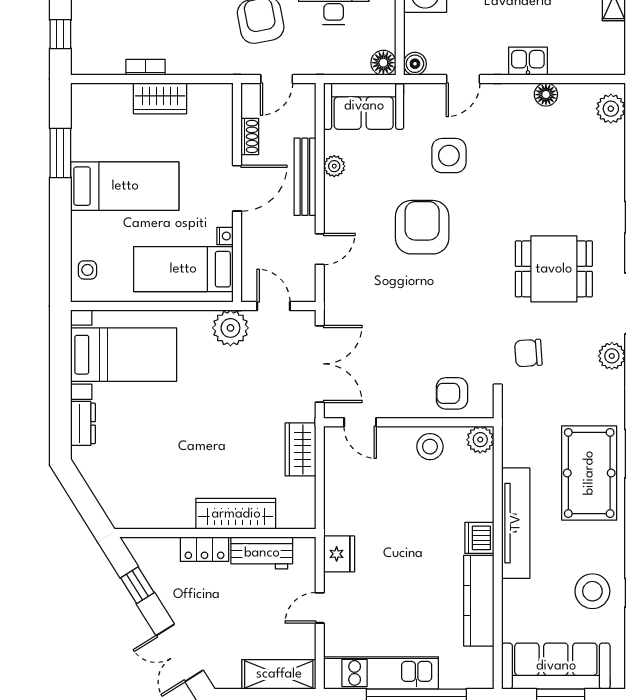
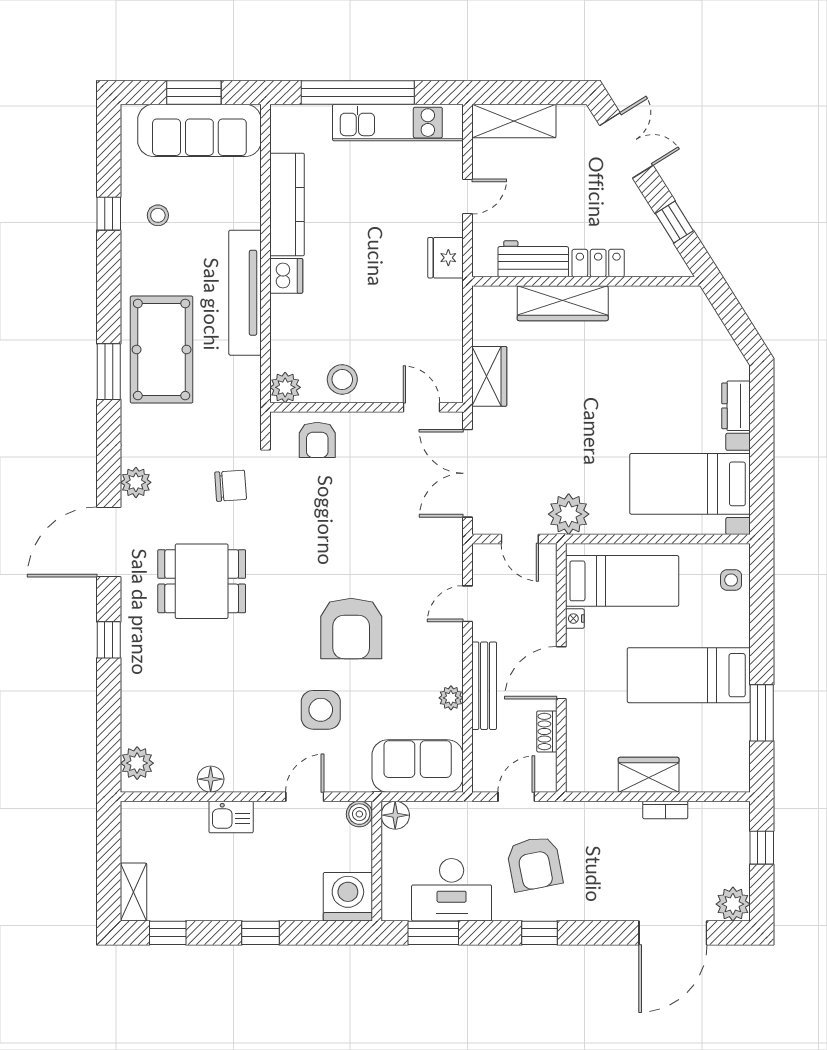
armchair: (452, 393) -> (317, 440), turned 90
stool: (592, 591) -> (158, 215), width x0.53, depth x0.53

